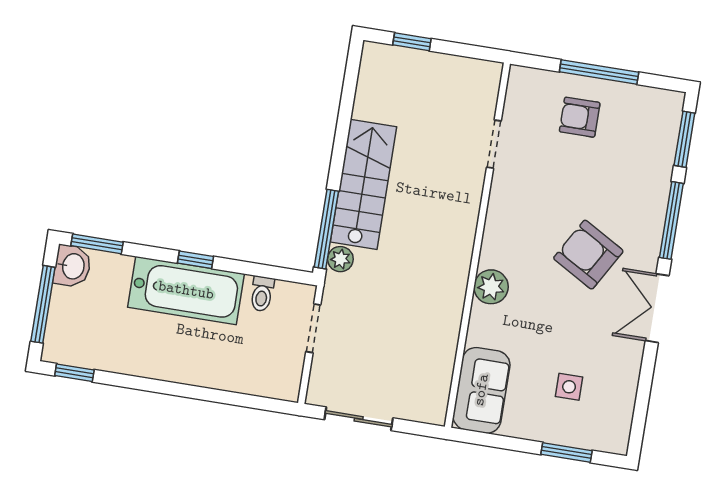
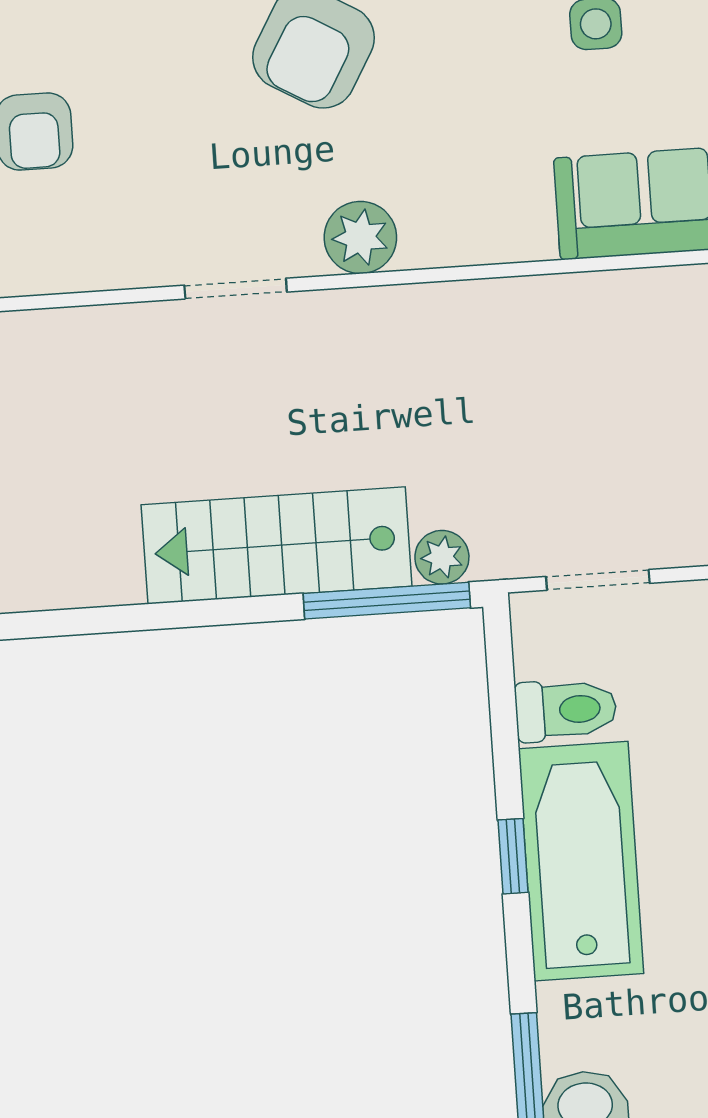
doorway: (494, 144) -> (236, 289), moved
plant: (491, 287) -> (360, 237), moved
toilet: (262, 294) -> (566, 710), width x1.37, depth x1.39

